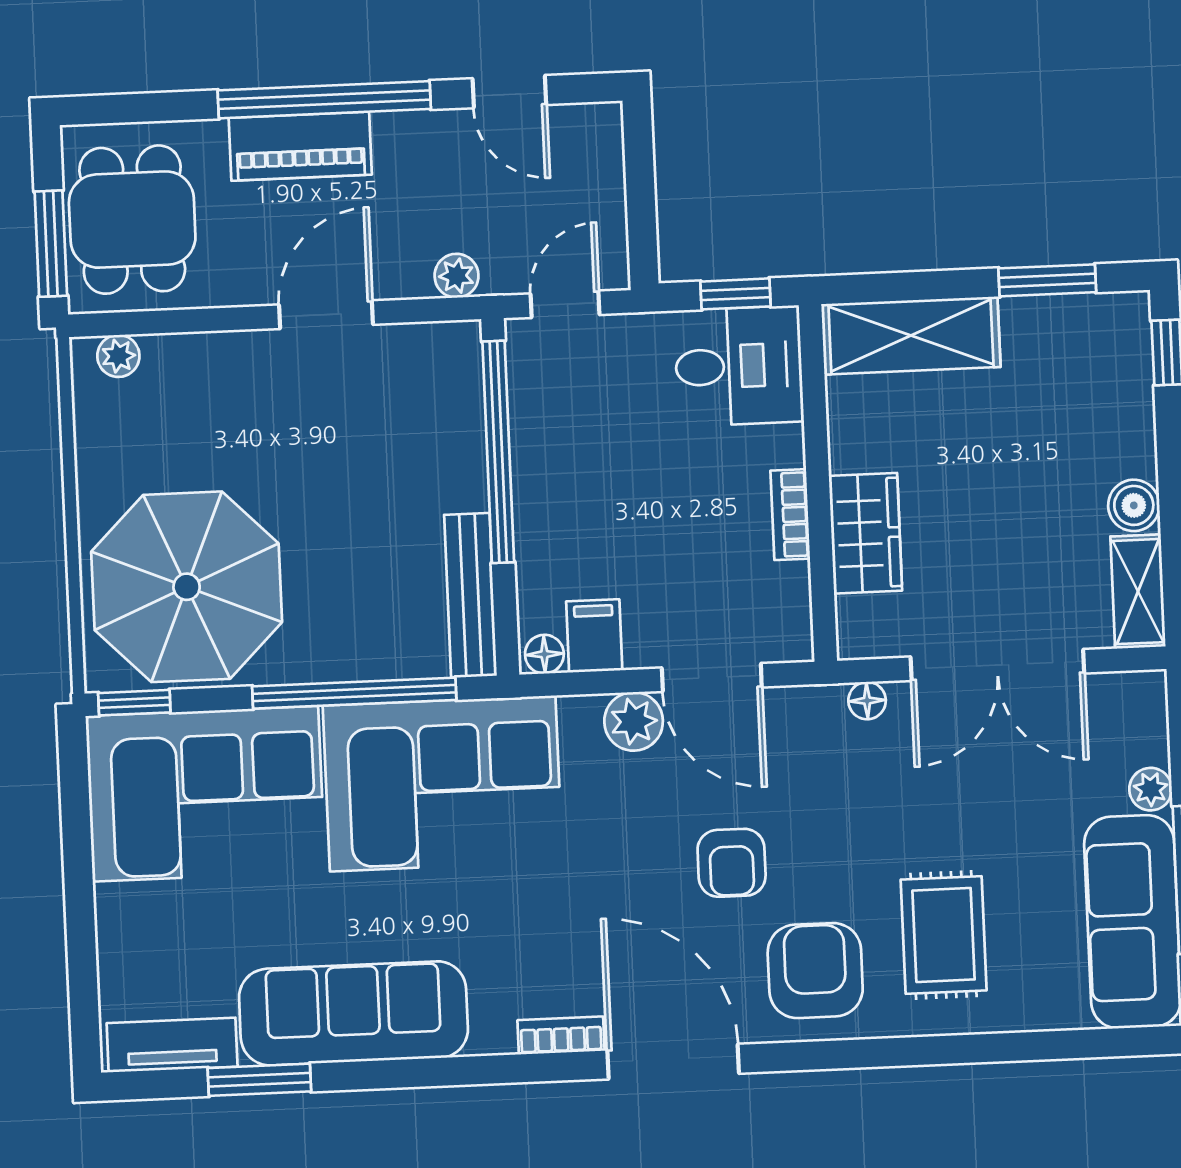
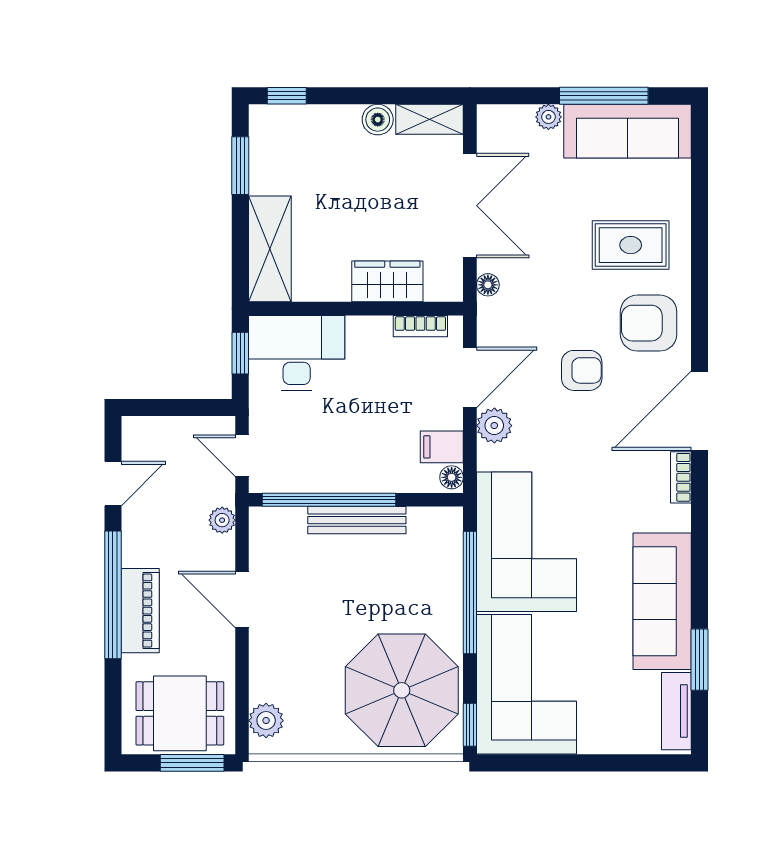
plant: (118, 356) -> (266, 721), width x1.38, depth x1.38
desk: (739, 366) -> (297, 353), width x1.37
bookcase: (790, 515) -> (420, 326), moved
bench: (470, 595) -> (357, 520), moved

